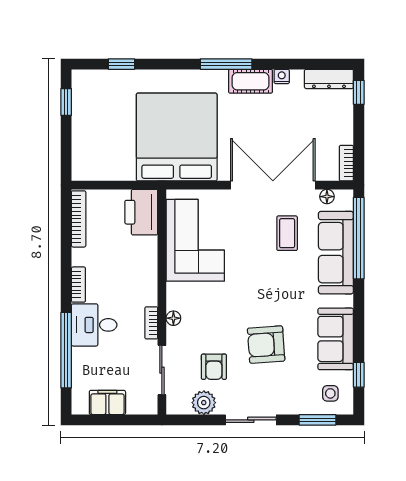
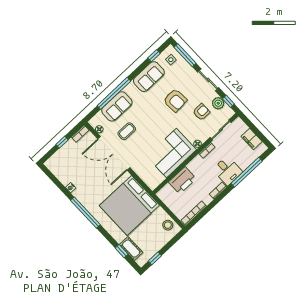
window: (226, 64) -> (85, 212), width x1.46
dresser: (329, 79) -> (55, 169), removed
cot: (251, 81) -> (131, 249), moved
window: (359, 92) -> (62, 142), moved
stool: (97, 166) -> (168, 225), added
printer: (141, 212) -> (182, 180), moved
window: (359, 238) -> (114, 93), moved
corner sofa: (195, 240) -> (171, 153), moved
sofa: (336, 253) -> (117, 106), width x0.73
window: (193, 420) -> (228, 101), added
window: (317, 420) -> (185, 55), width x1.44

